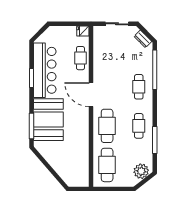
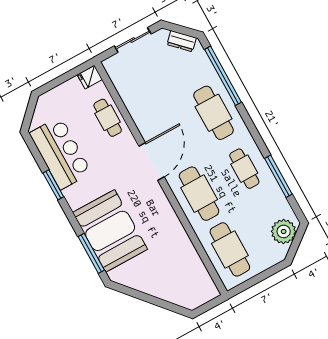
bar counter: (45, 70) -> (60, 153), width x0.73
cafe table: (139, 87) -> (214, 113), width x1.37, depth x1.35
door: (91, 95) -> (152, 162), swing flipped

